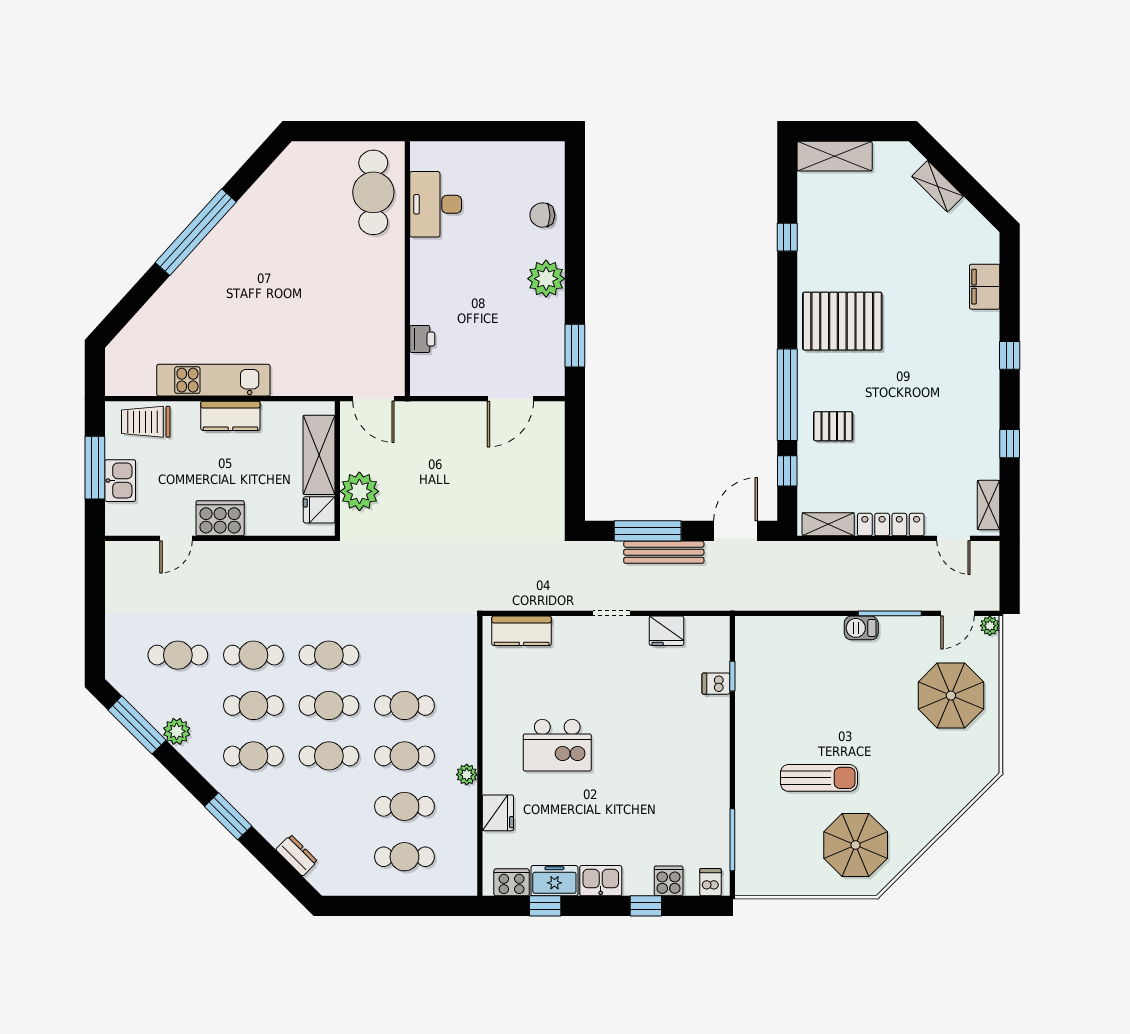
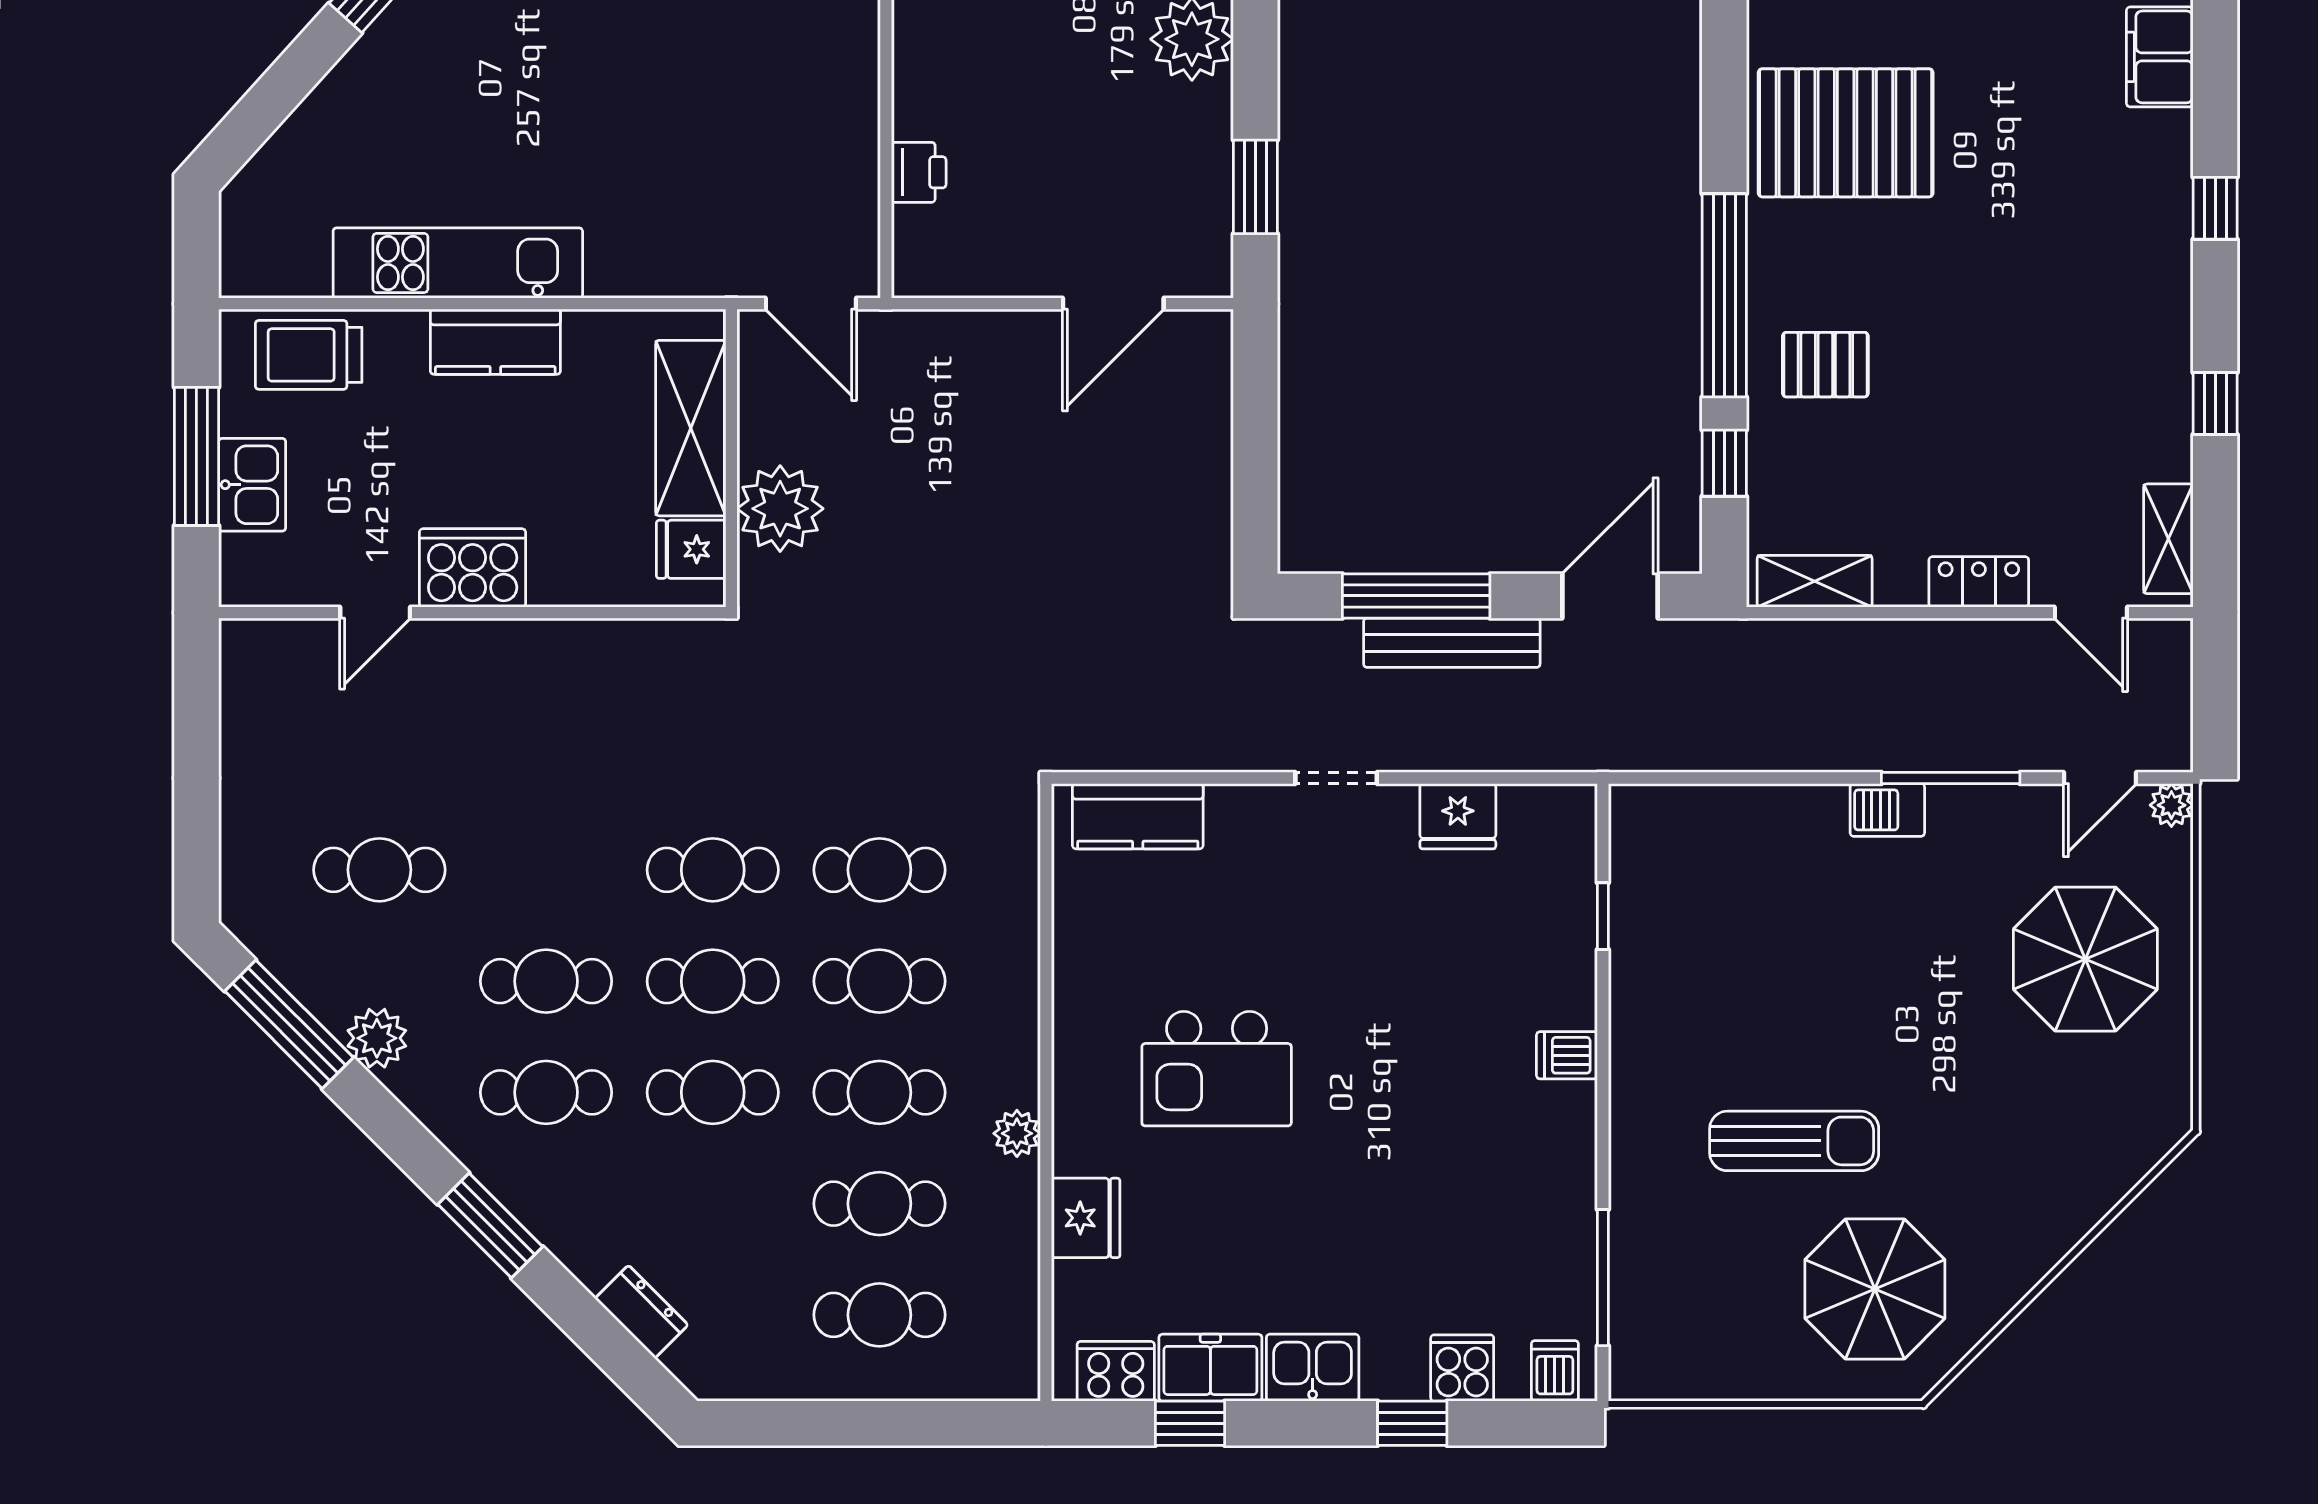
locker: (891, 525) -> (1979, 582), width x0.66
cafe table: (253, 655) -> (879, 870), moved
dishwasher: (716, 684) -> (1567, 1055), moved

